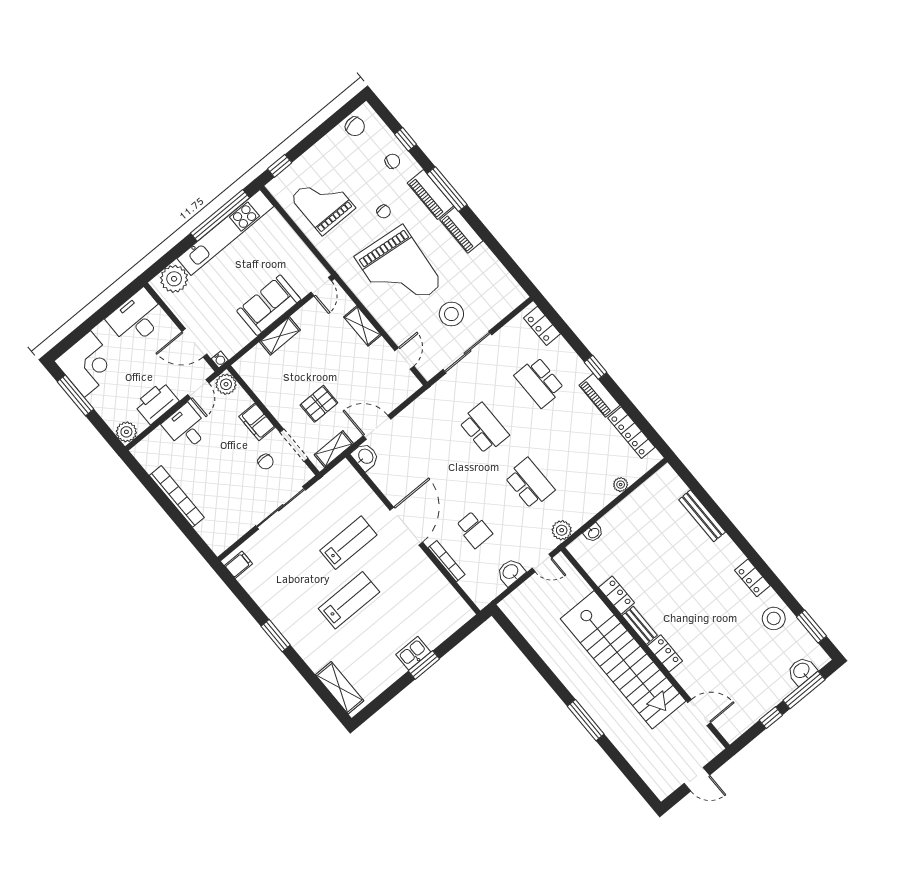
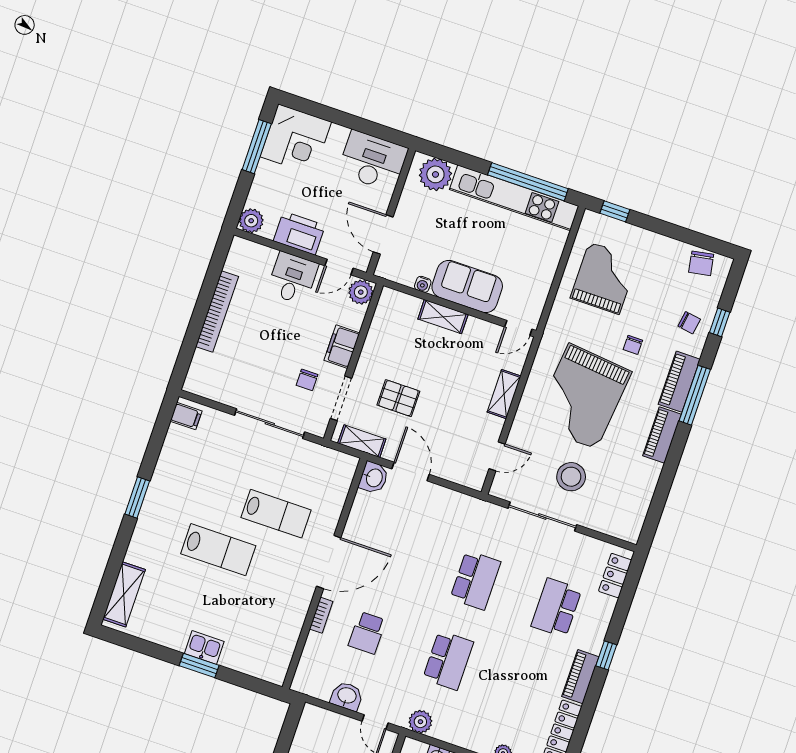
water cooler: (220, 360) -> (423, 284), moved
bookcase: (446, 561) -> (321, 615), width x0.64

